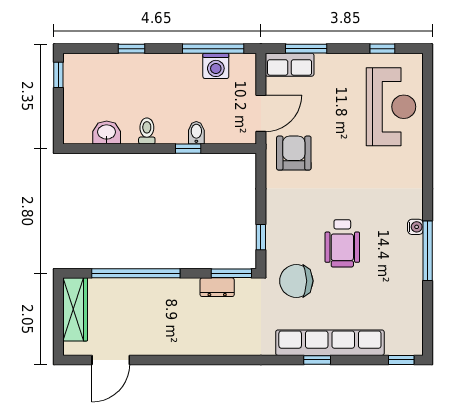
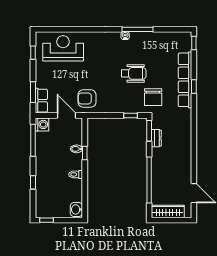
washing machine: (216, 66) -> (42, 124), moved
washbasin: (107, 133) -> (76, 209), moved

